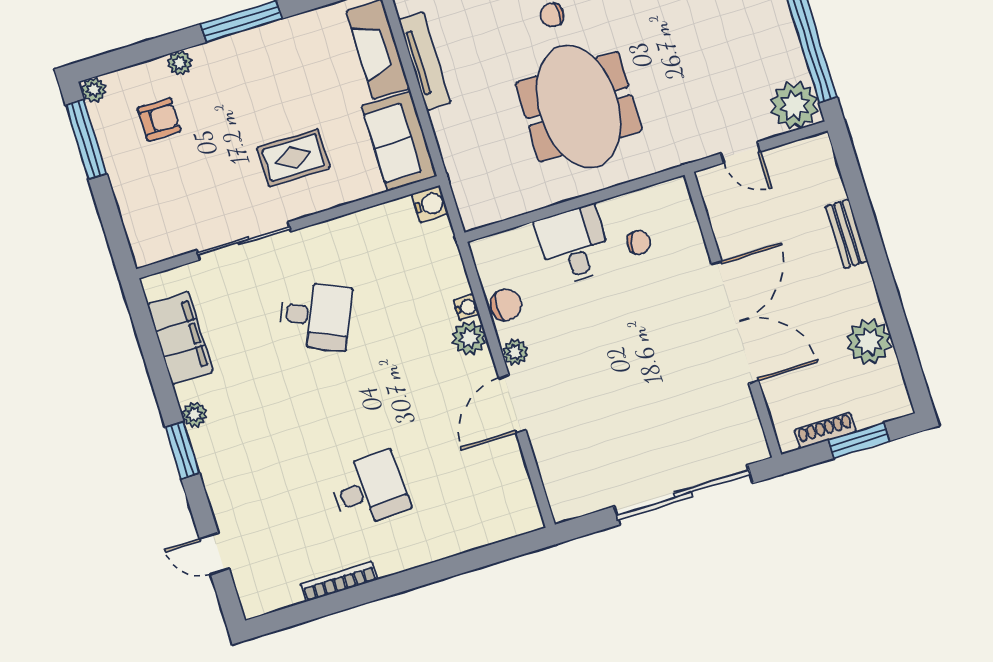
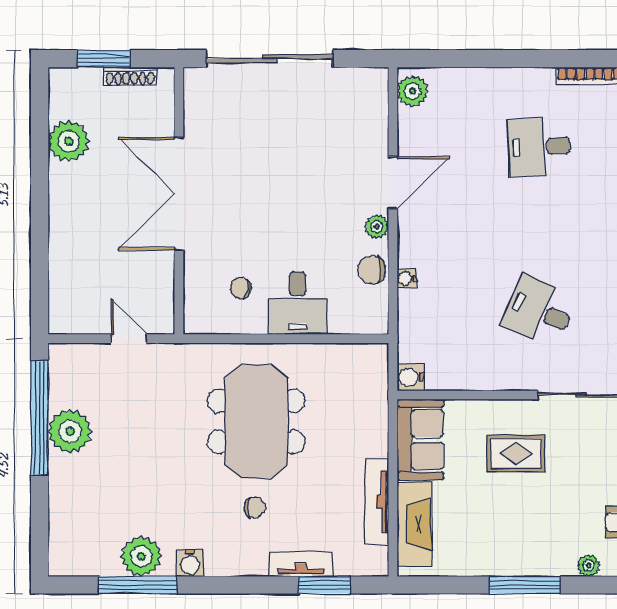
plant: (794, 105) -> (70, 431), moved
bench: (847, 234) -> (59, 240), removed
plant: (469, 338) -> (413, 91), moved

